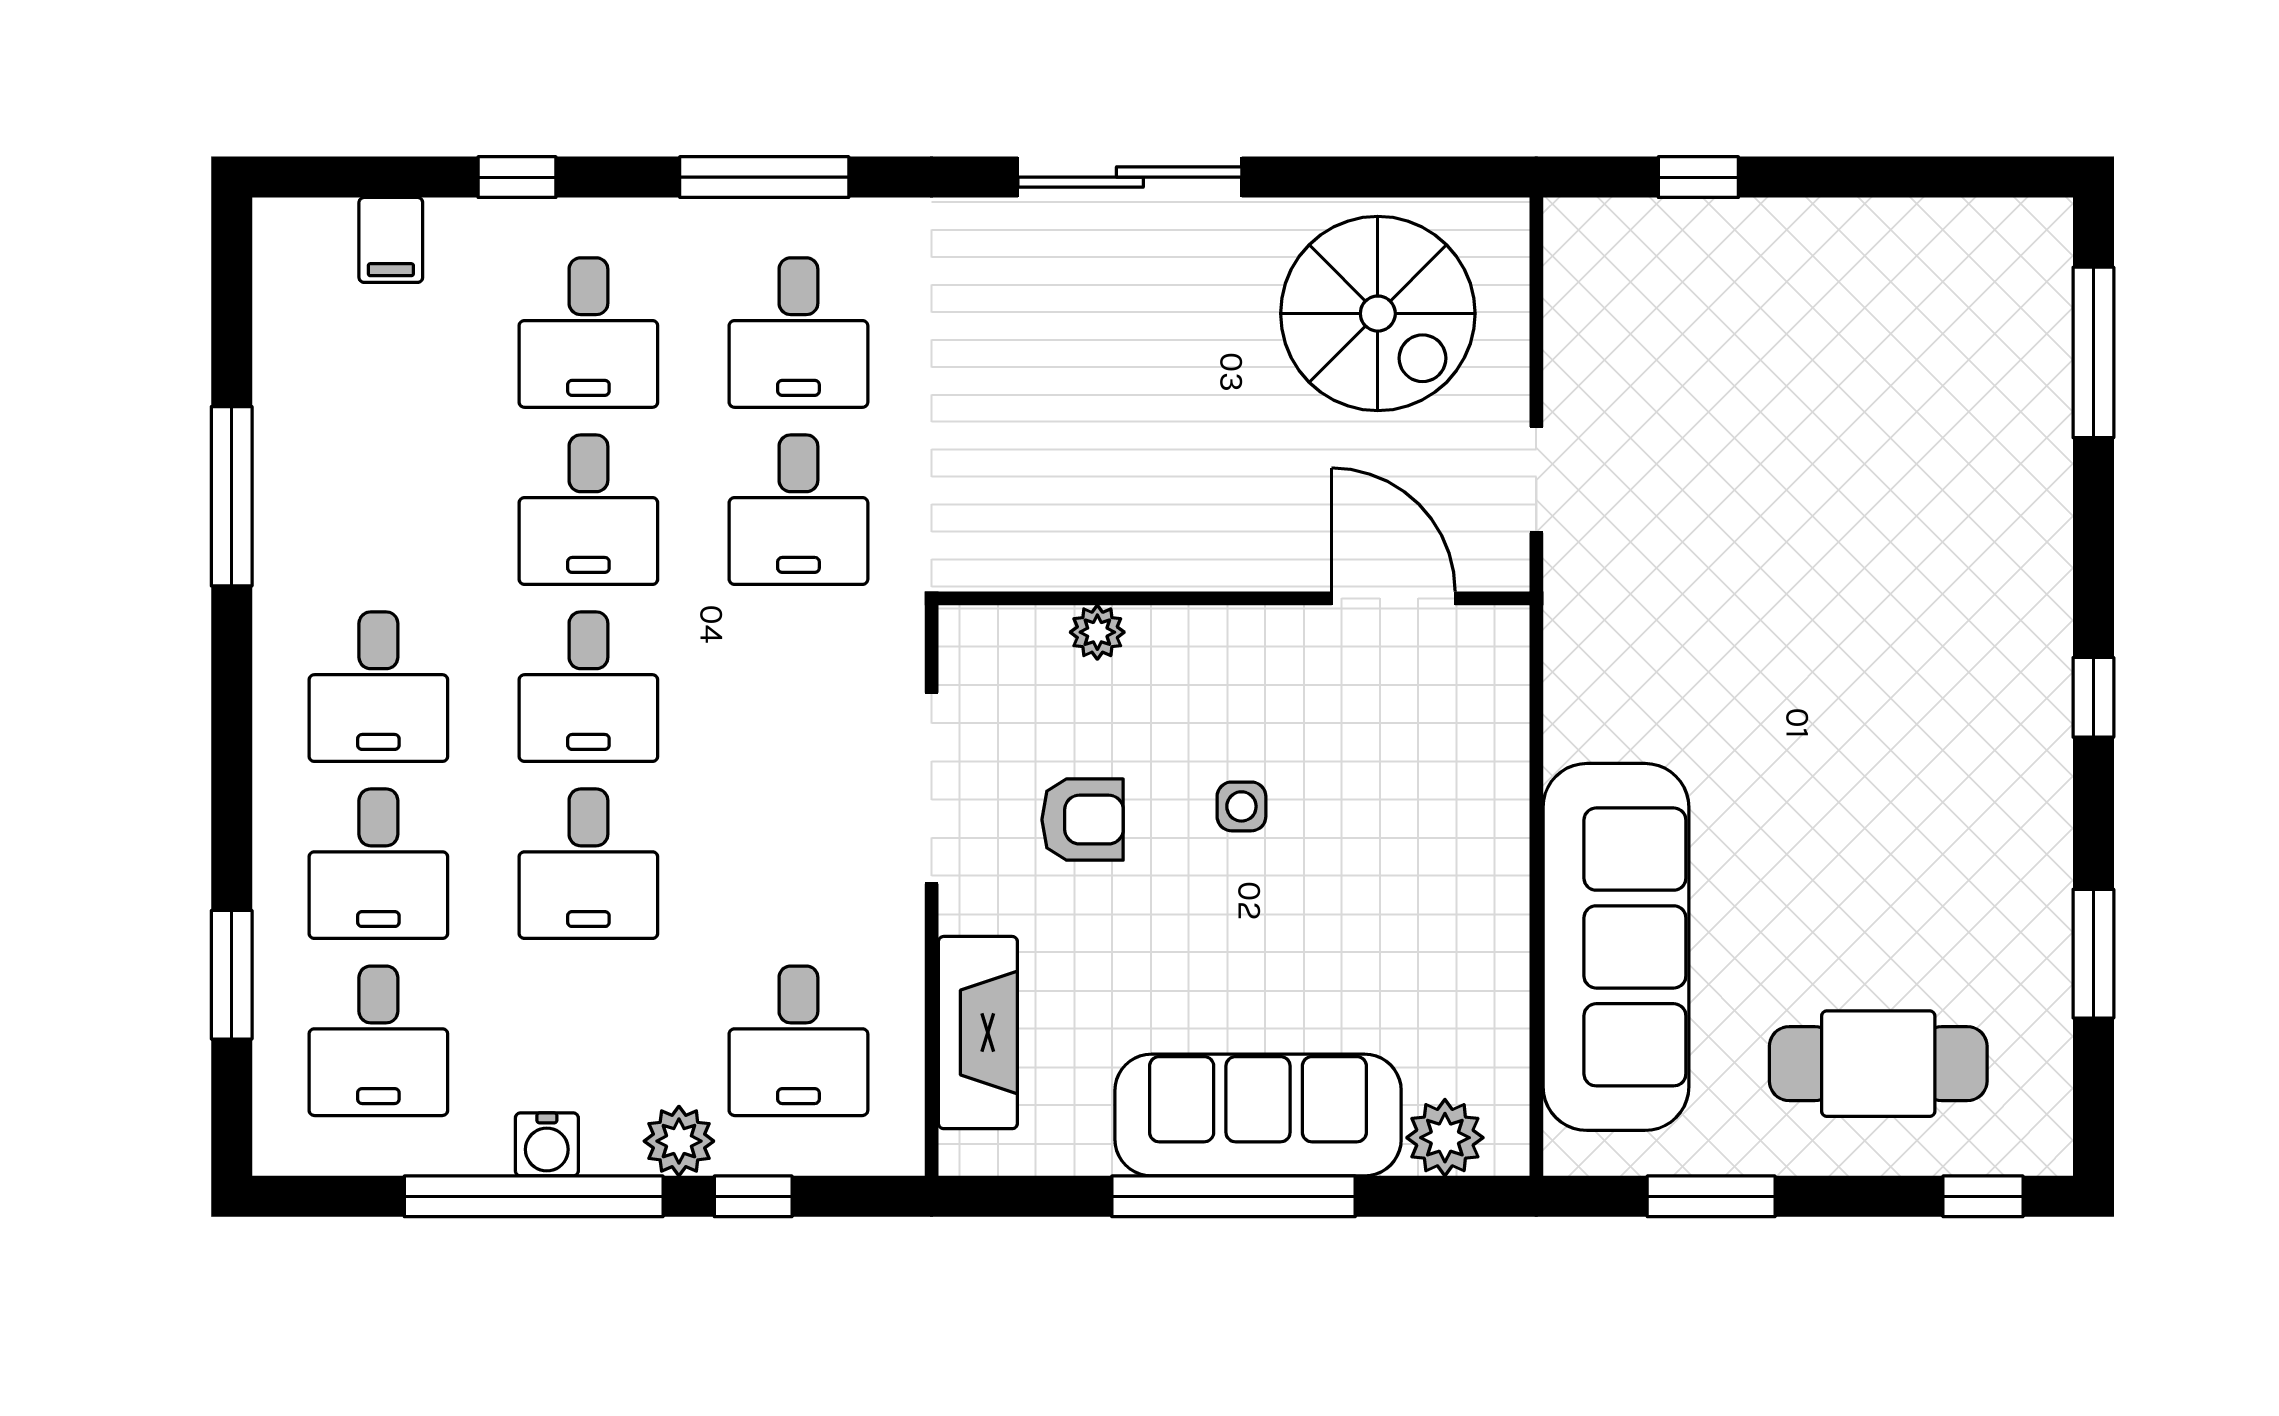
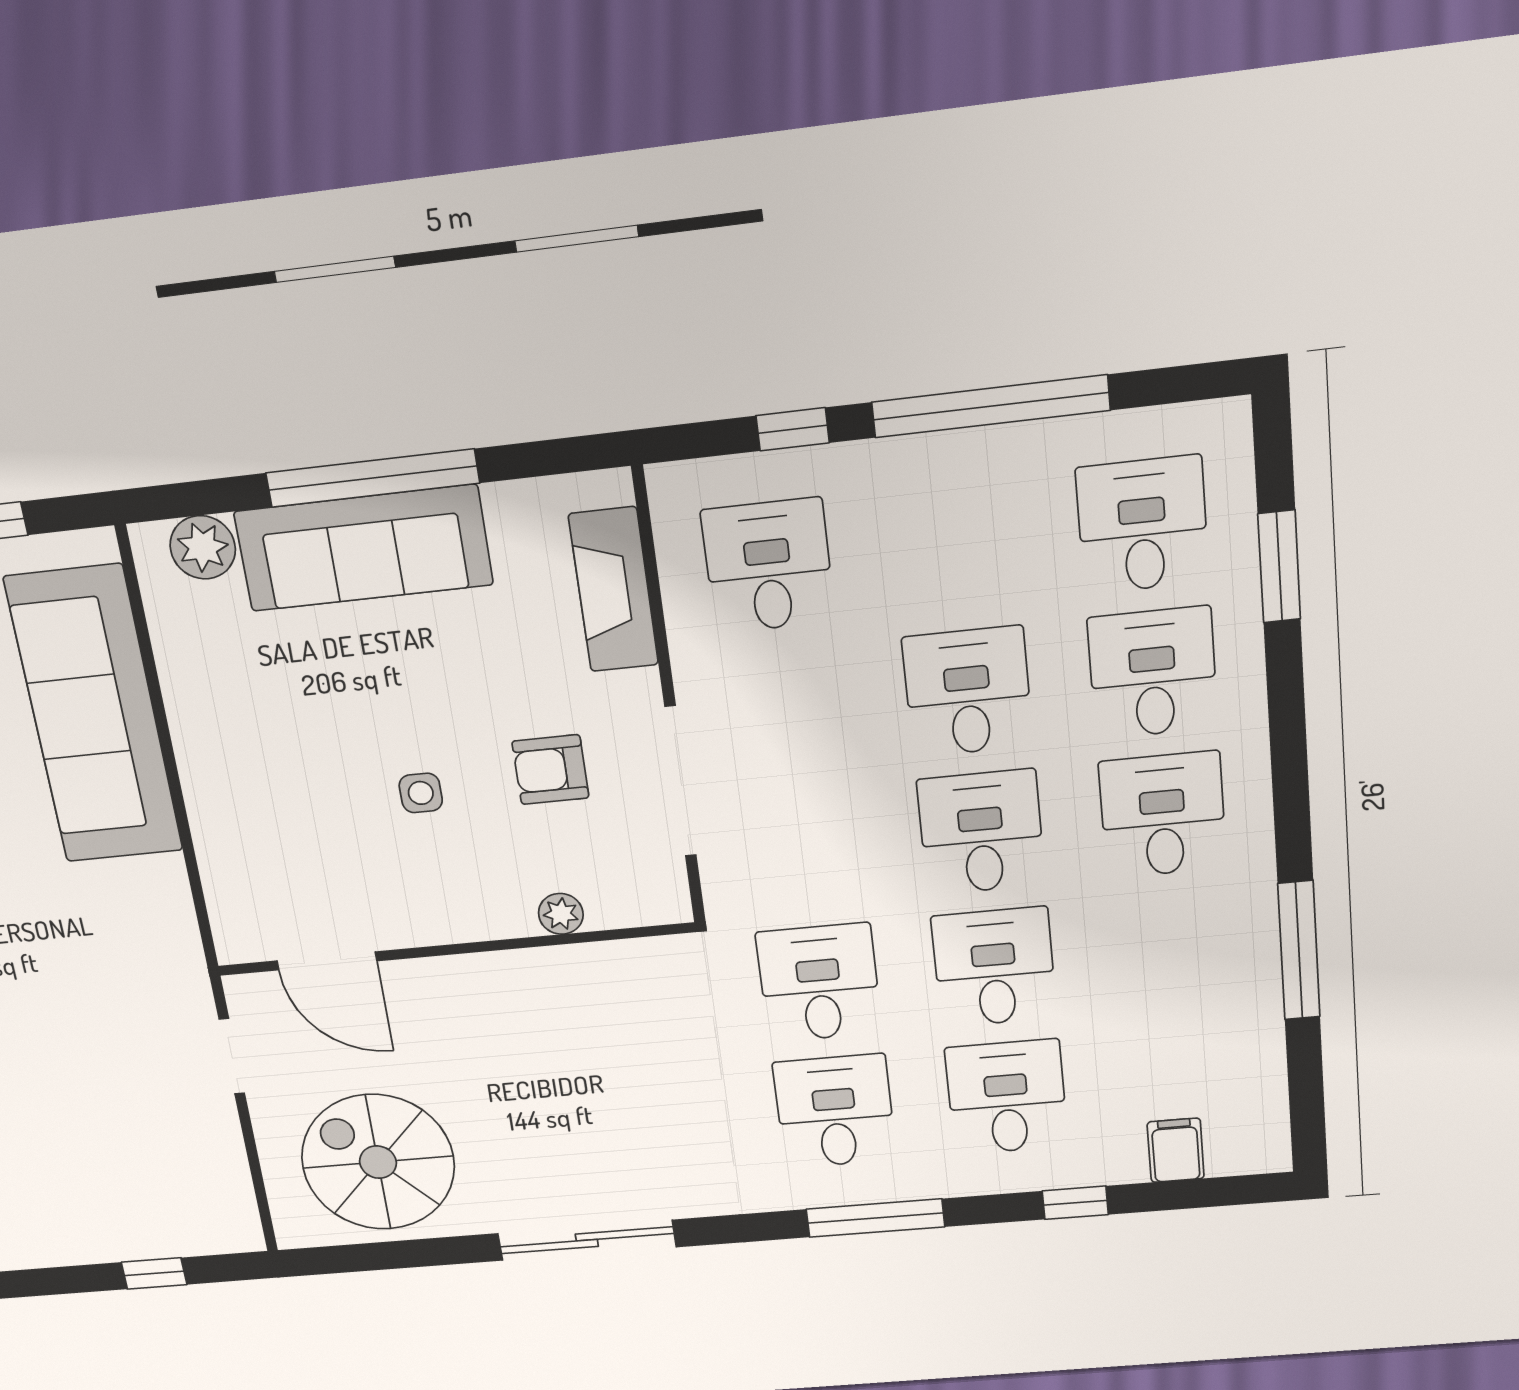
plant: (679, 1141) -> (864, 469), removed
water cooler: (547, 1144) -> (983, 453), removed

